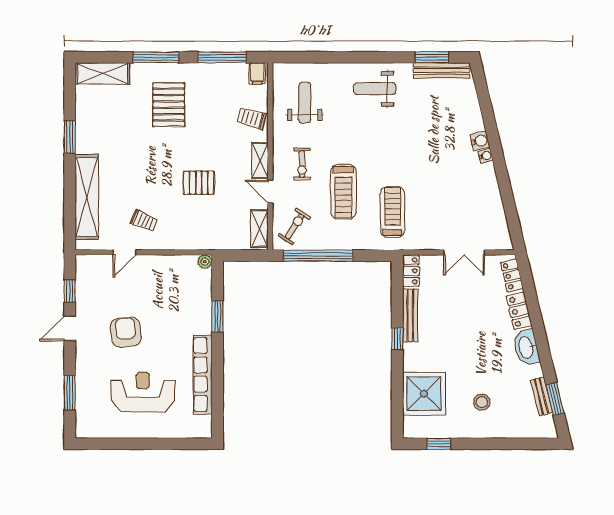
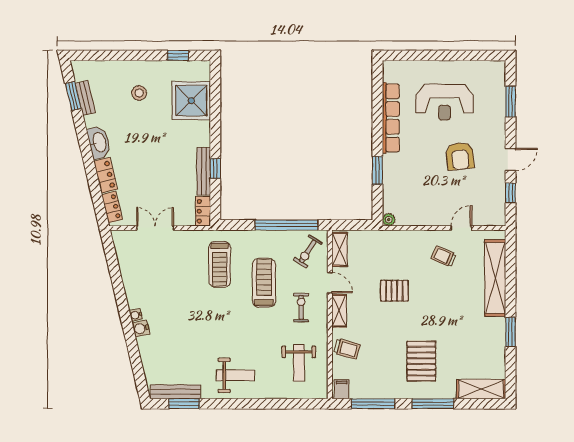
window: (397, 339) -> (215, 168), moved

